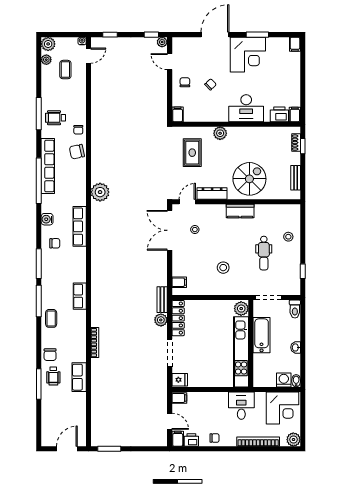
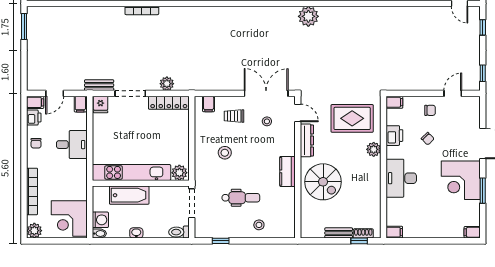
plant: (162, 42) -> (475, 85), removed
printer: (279, 114) -> (394, 136), moved
rug: (192, 153) -> (352, 118), width x1.36, depth x1.43
bench: (296, 178) -> (339, 233), moved
dental chair: (264, 253) -> (241, 198), turned 180
trolley: (190, 259) -> (234, 116), added
bench: (162, 300) -> (99, 85), moved
bathtub: (262, 335) -> (129, 195), moved
desk: (241, 406) -> (72, 145), moved

